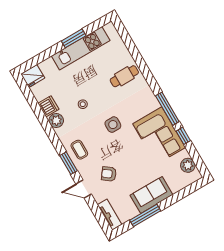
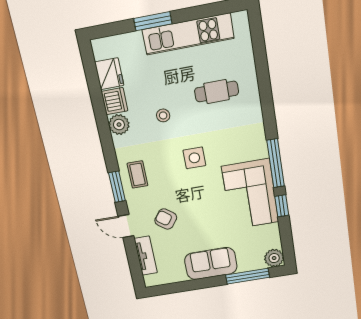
window: (74, 38) -> (153, 21), moved
fridge: (33, 76) -> (109, 74), moved, turned -90
cafe table: (124, 76) -> (217, 92), moved
plant: (188, 165) -> (274, 258), moved
tv unit: (110, 215) -> (146, 256), moved
window: (145, 215) -> (248, 276), moved

